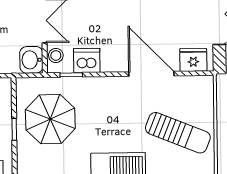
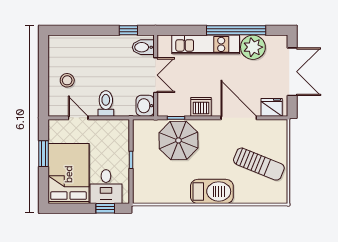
stool: (56, 55) -> (164, 103), removed
dishwasher: (87, 61) -> (201, 107), moved
parasol: (50, 119) -> (178, 140), moved

